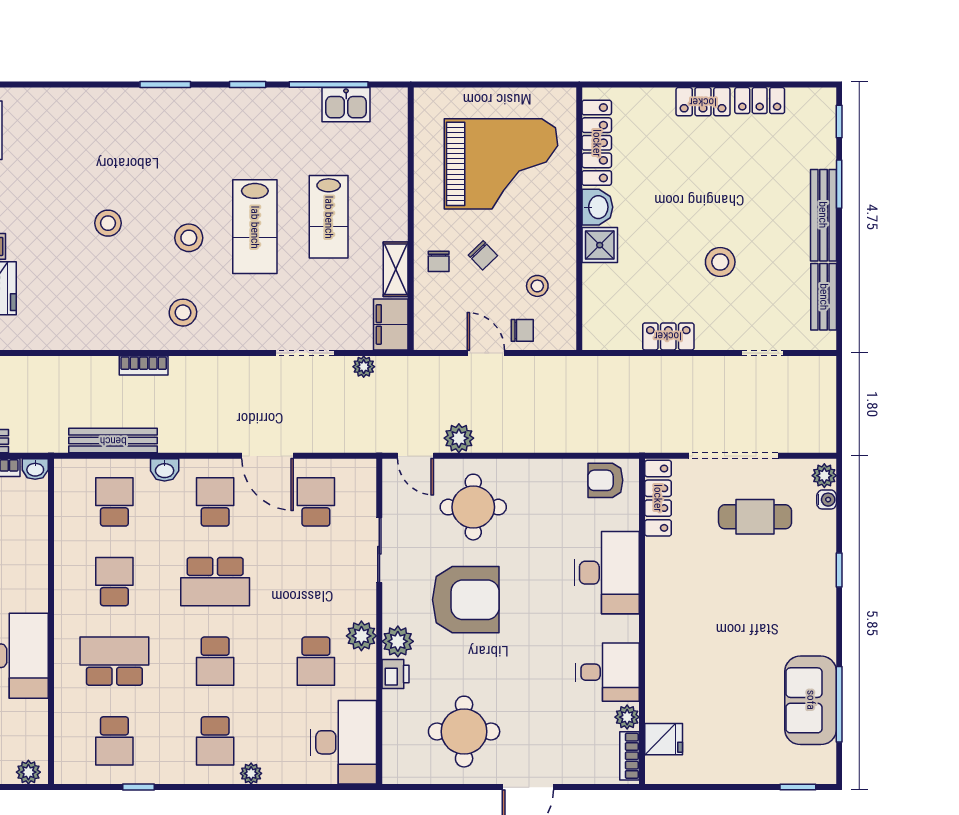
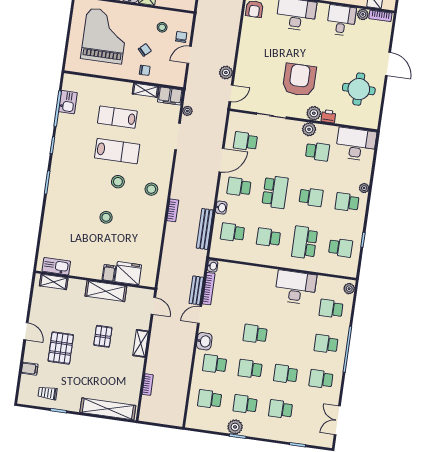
lab bench: (329, 217) -> (117, 117), turned 180
round table: (473, 507) -> (258, 70), removed
school desk: (215, 741) -> (347, 202), turned 180

